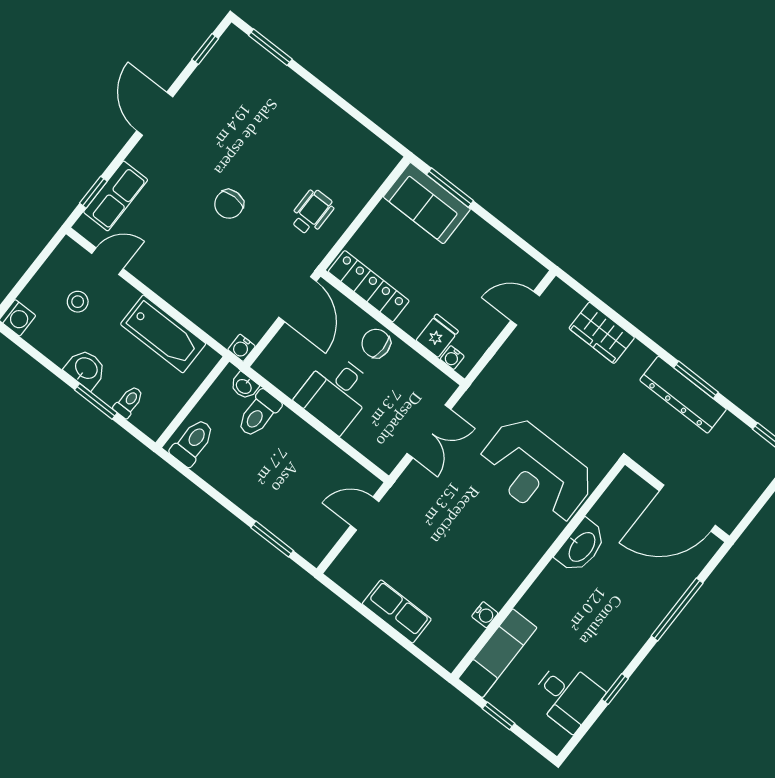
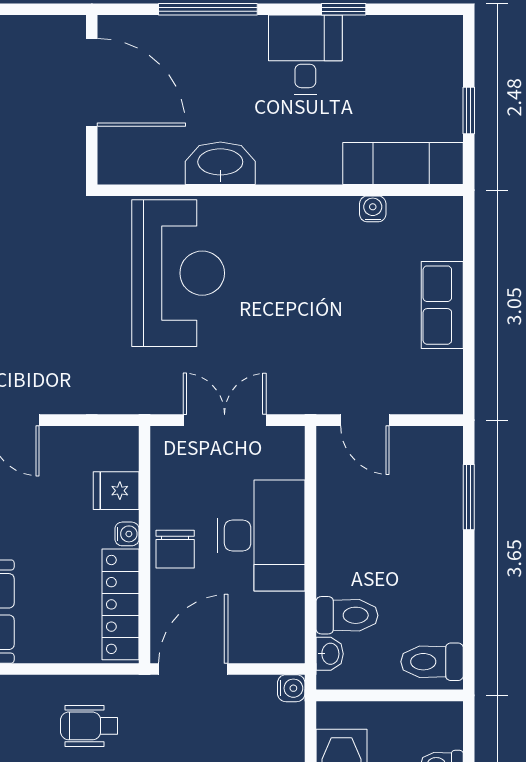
water cooler: (452, 358) -> (127, 534), moved
desk: (336, 393) -> (261, 536), width x1.37
desk: (567, 696) -> (305, 55), moved

